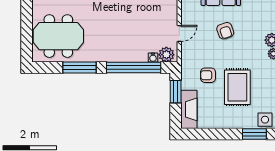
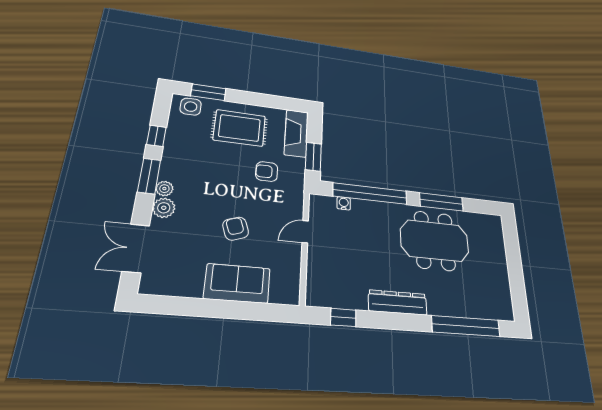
meeting table: (58, 36) -> (435, 241), moved
plant: (166, 55) -> (325, 205), removed
armchair: (208, 75) -> (267, 172), turned 180
rug: (237, 87) -> (240, 128), moved, turned 90

